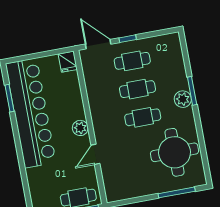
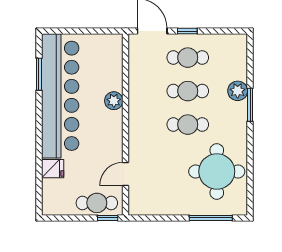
fridge: (68, 62) -> (53, 169), moved, turned -90
plant: (183, 99) -> (238, 91), moved
plant: (80, 128) -> (114, 101), moved
door: (95, 154) -> (125, 174), moved

